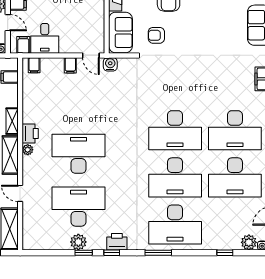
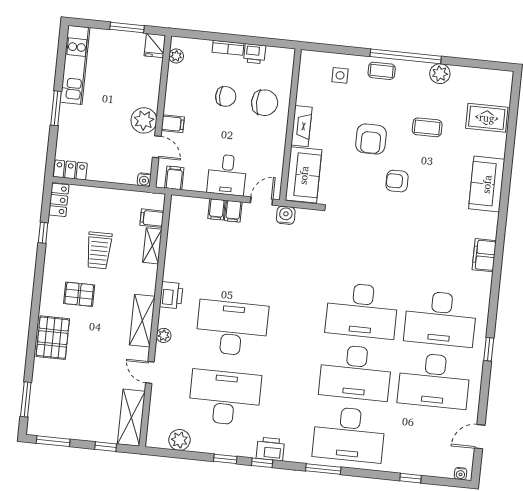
armchair: (156, 35) -> (397, 181), moved
desk: (45, 38) -> (227, 175), moved
door: (91, 55) -> (262, 201), swing flipped
filing cabinet: (34, 65) -> (217, 209), moved
shelving: (12, 121) -> (152, 246), moved
plant: (28, 150) -> (164, 335), moved
plant: (78, 242) -> (179, 440), moved
plant: (249, 242) -> (444, 468), removed

